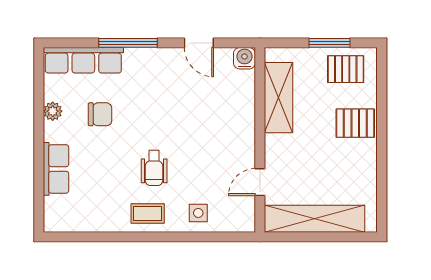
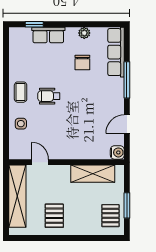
pallet: (355, 123) -> (54, 216), moved
window: (39, 191) -> (34, 24), added

